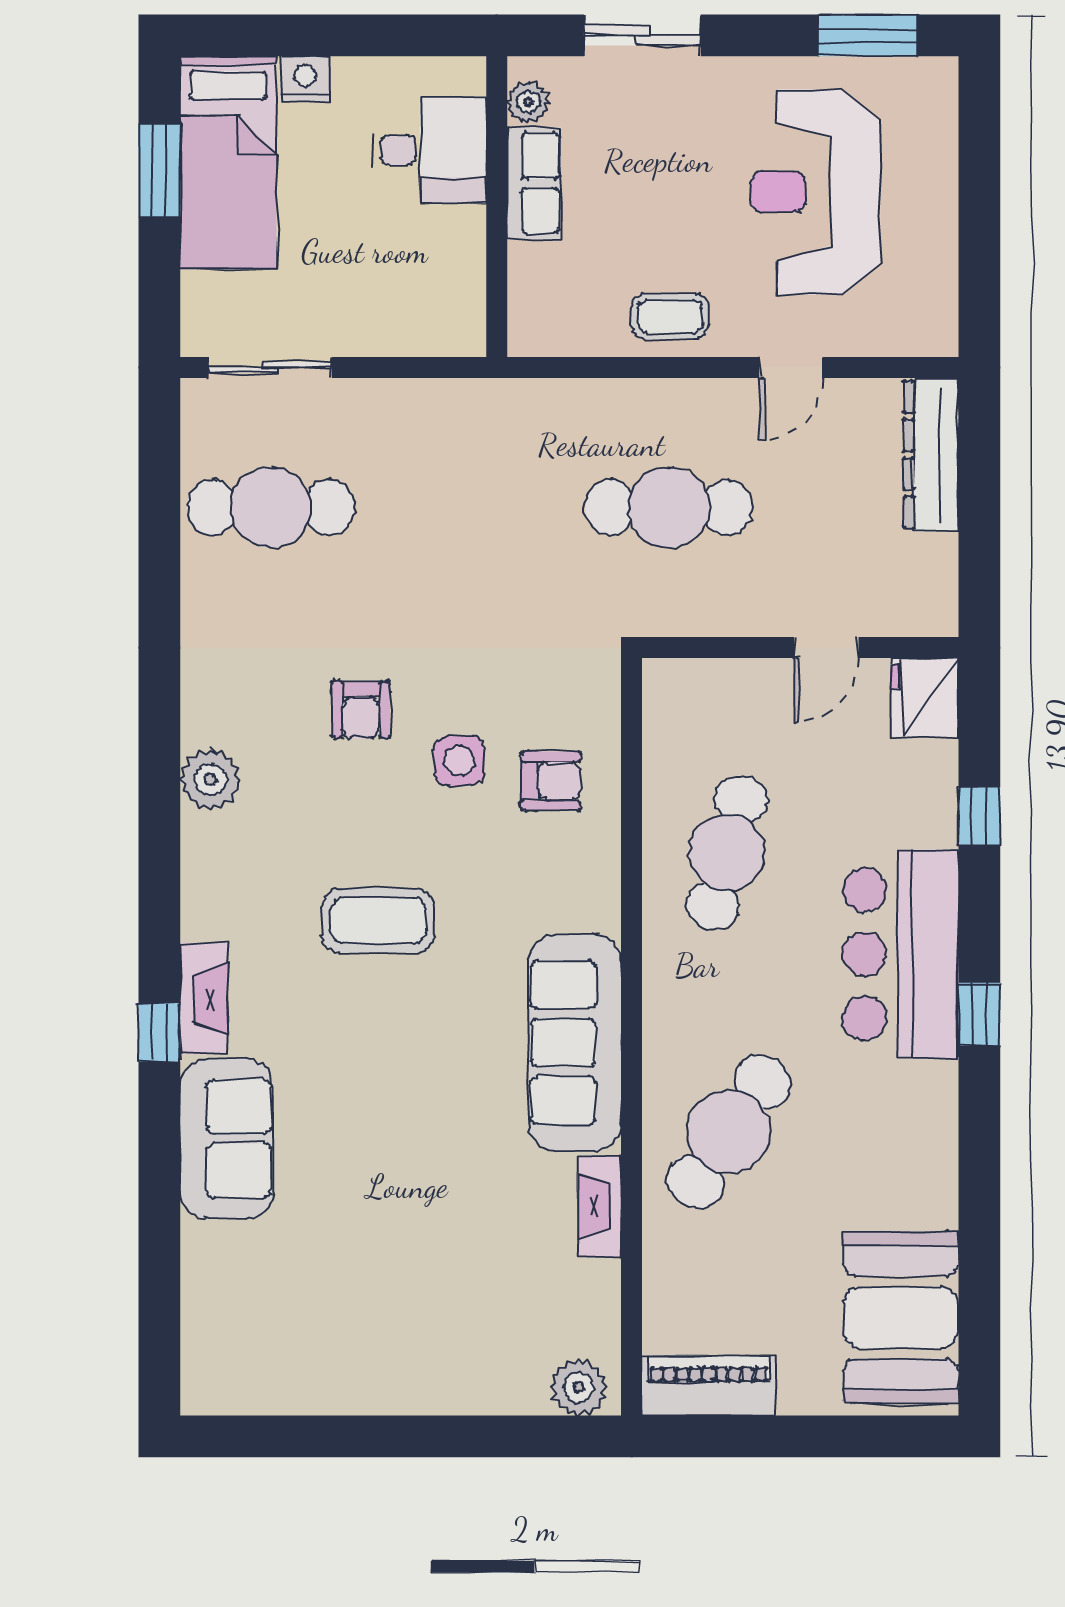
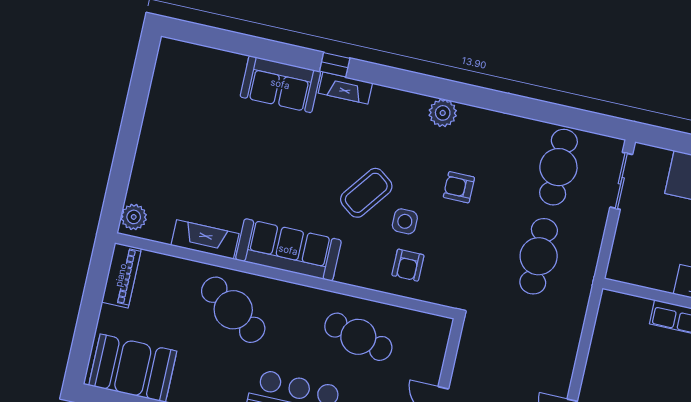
coffee table: (670, 316) -> (604, 365), removed
cafe table: (669, 507) -> (539, 256), moved
side table: (459, 761) -> (405, 221), moved
coffee table: (378, 920) -> (366, 193), moved, turned 37
fireplace: (599, 1206) -> (205, 239), width x1.37, depth x1.32

